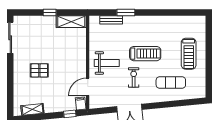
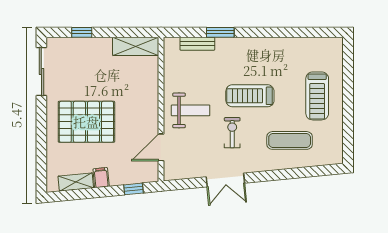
window: (50, 13) -> (82, 32), moved
treadmill: (145, 54) -> (250, 96), turned 180
pallet: (39, 70) -> (86, 122), width x2.05, depth x2.00
filing cabinet: (81, 103) -> (101, 178), moved

